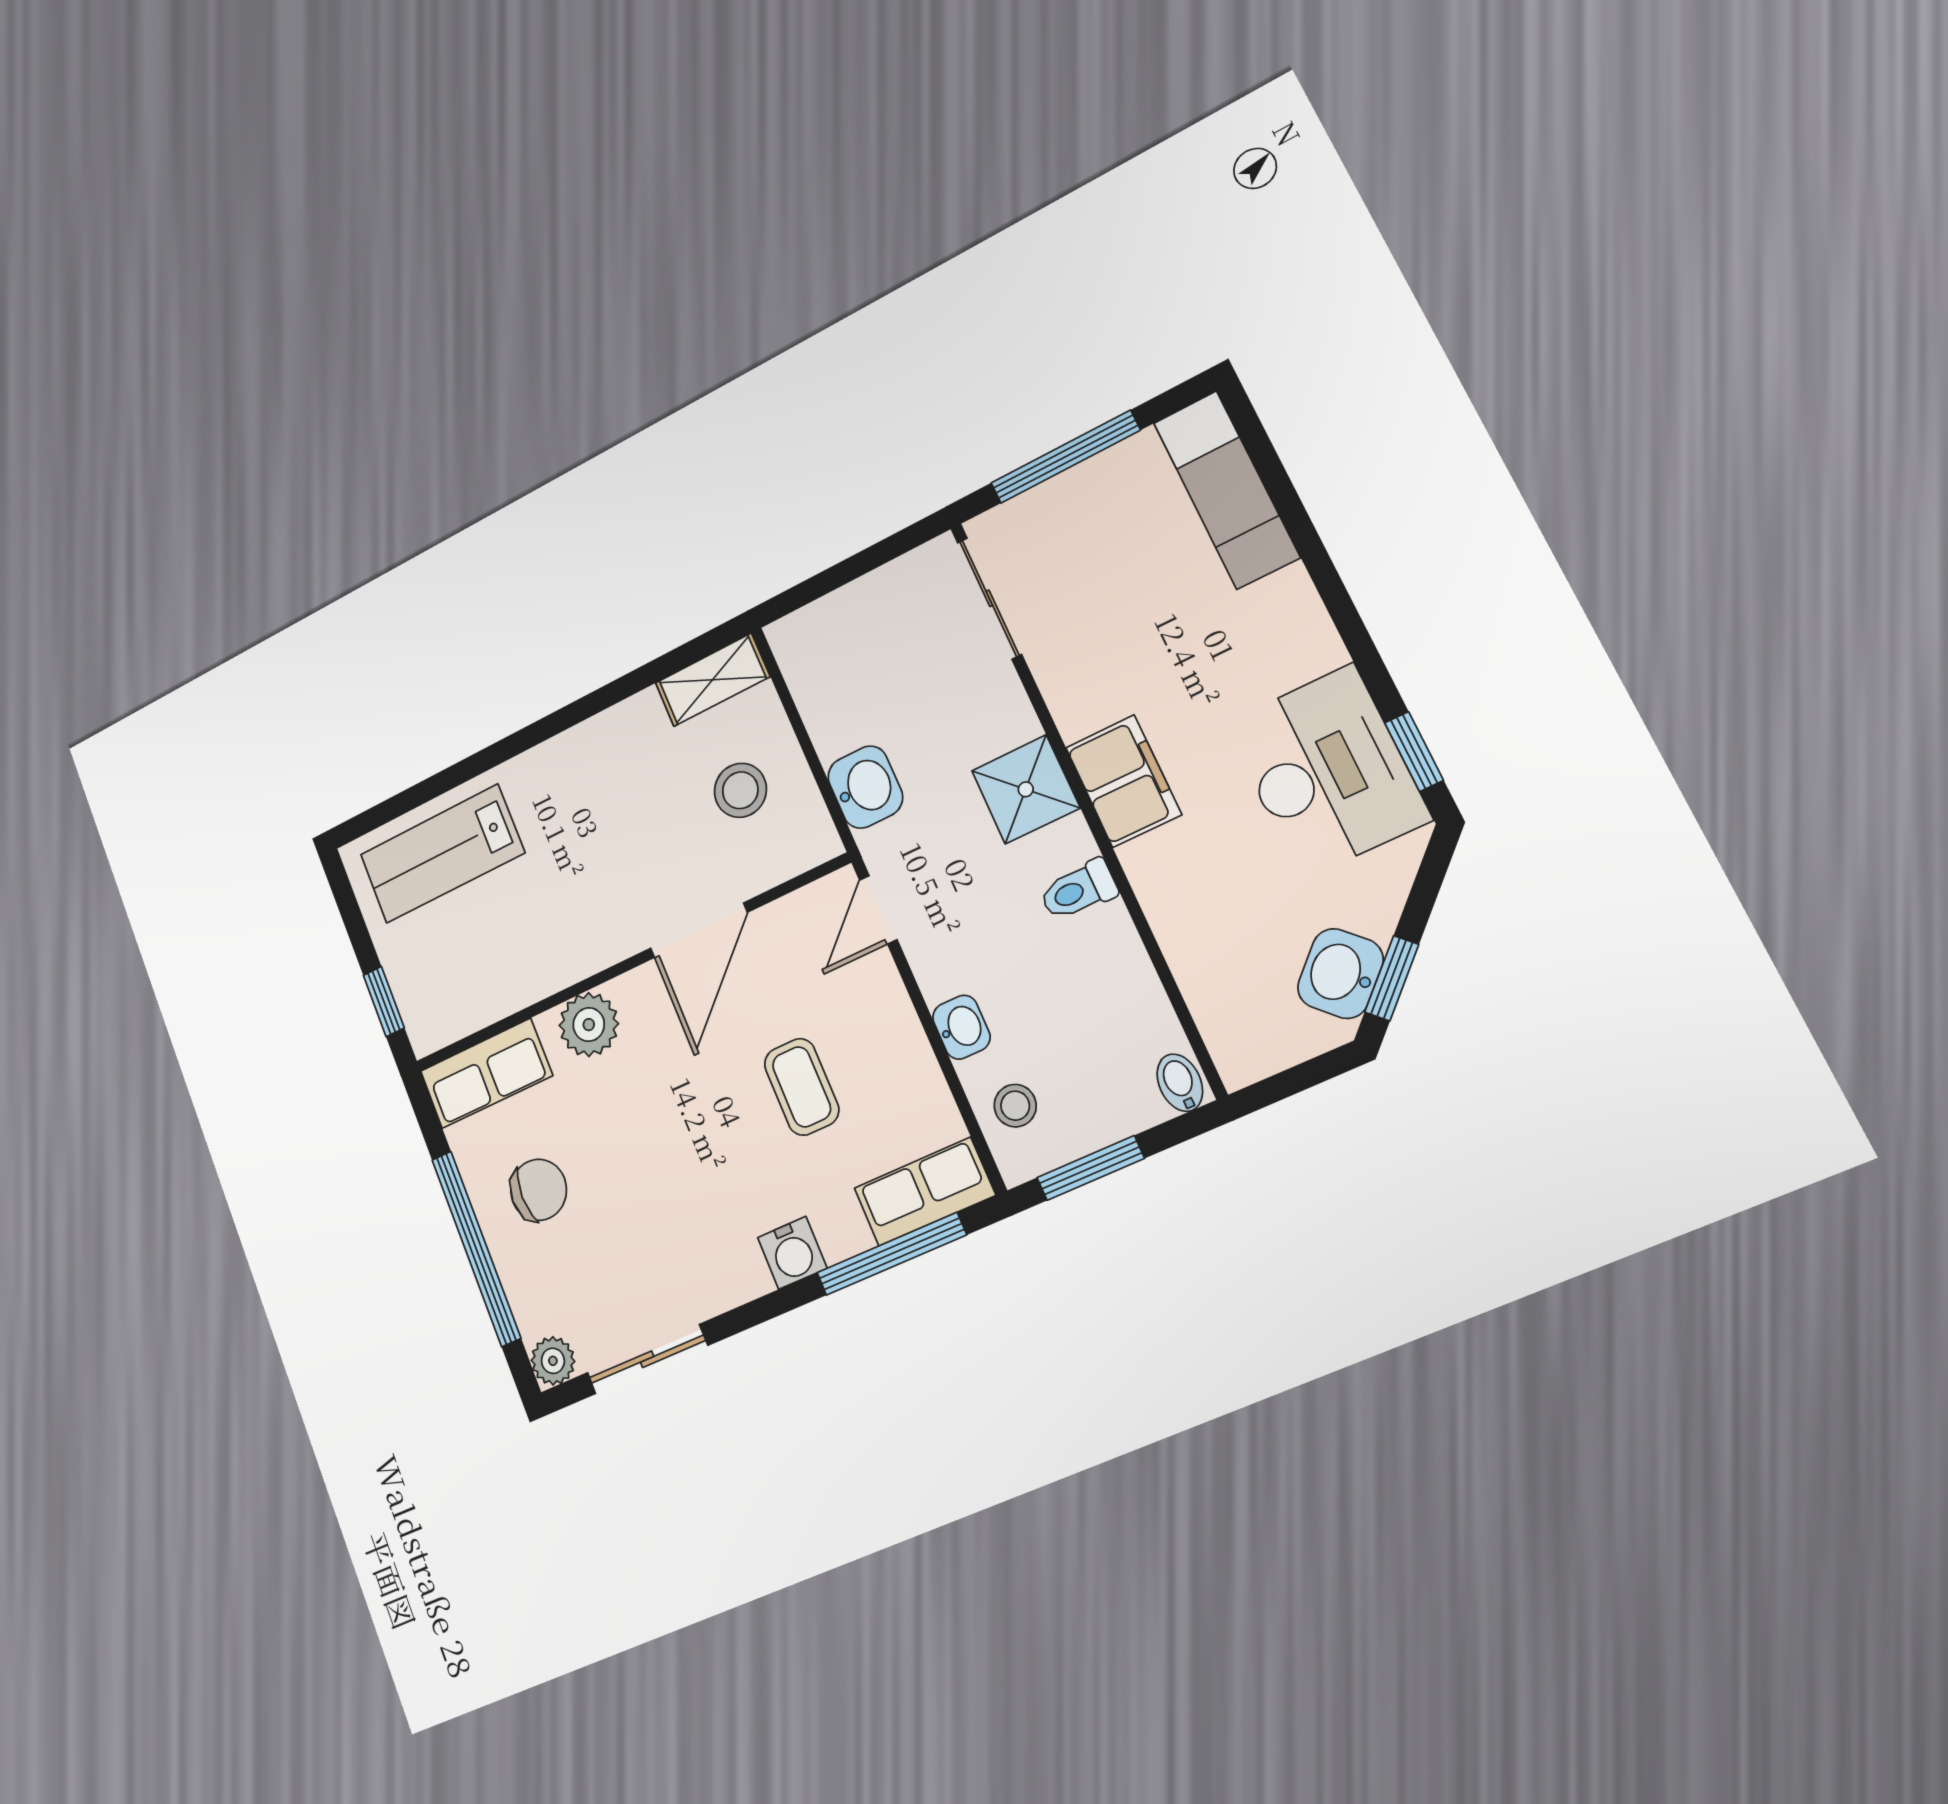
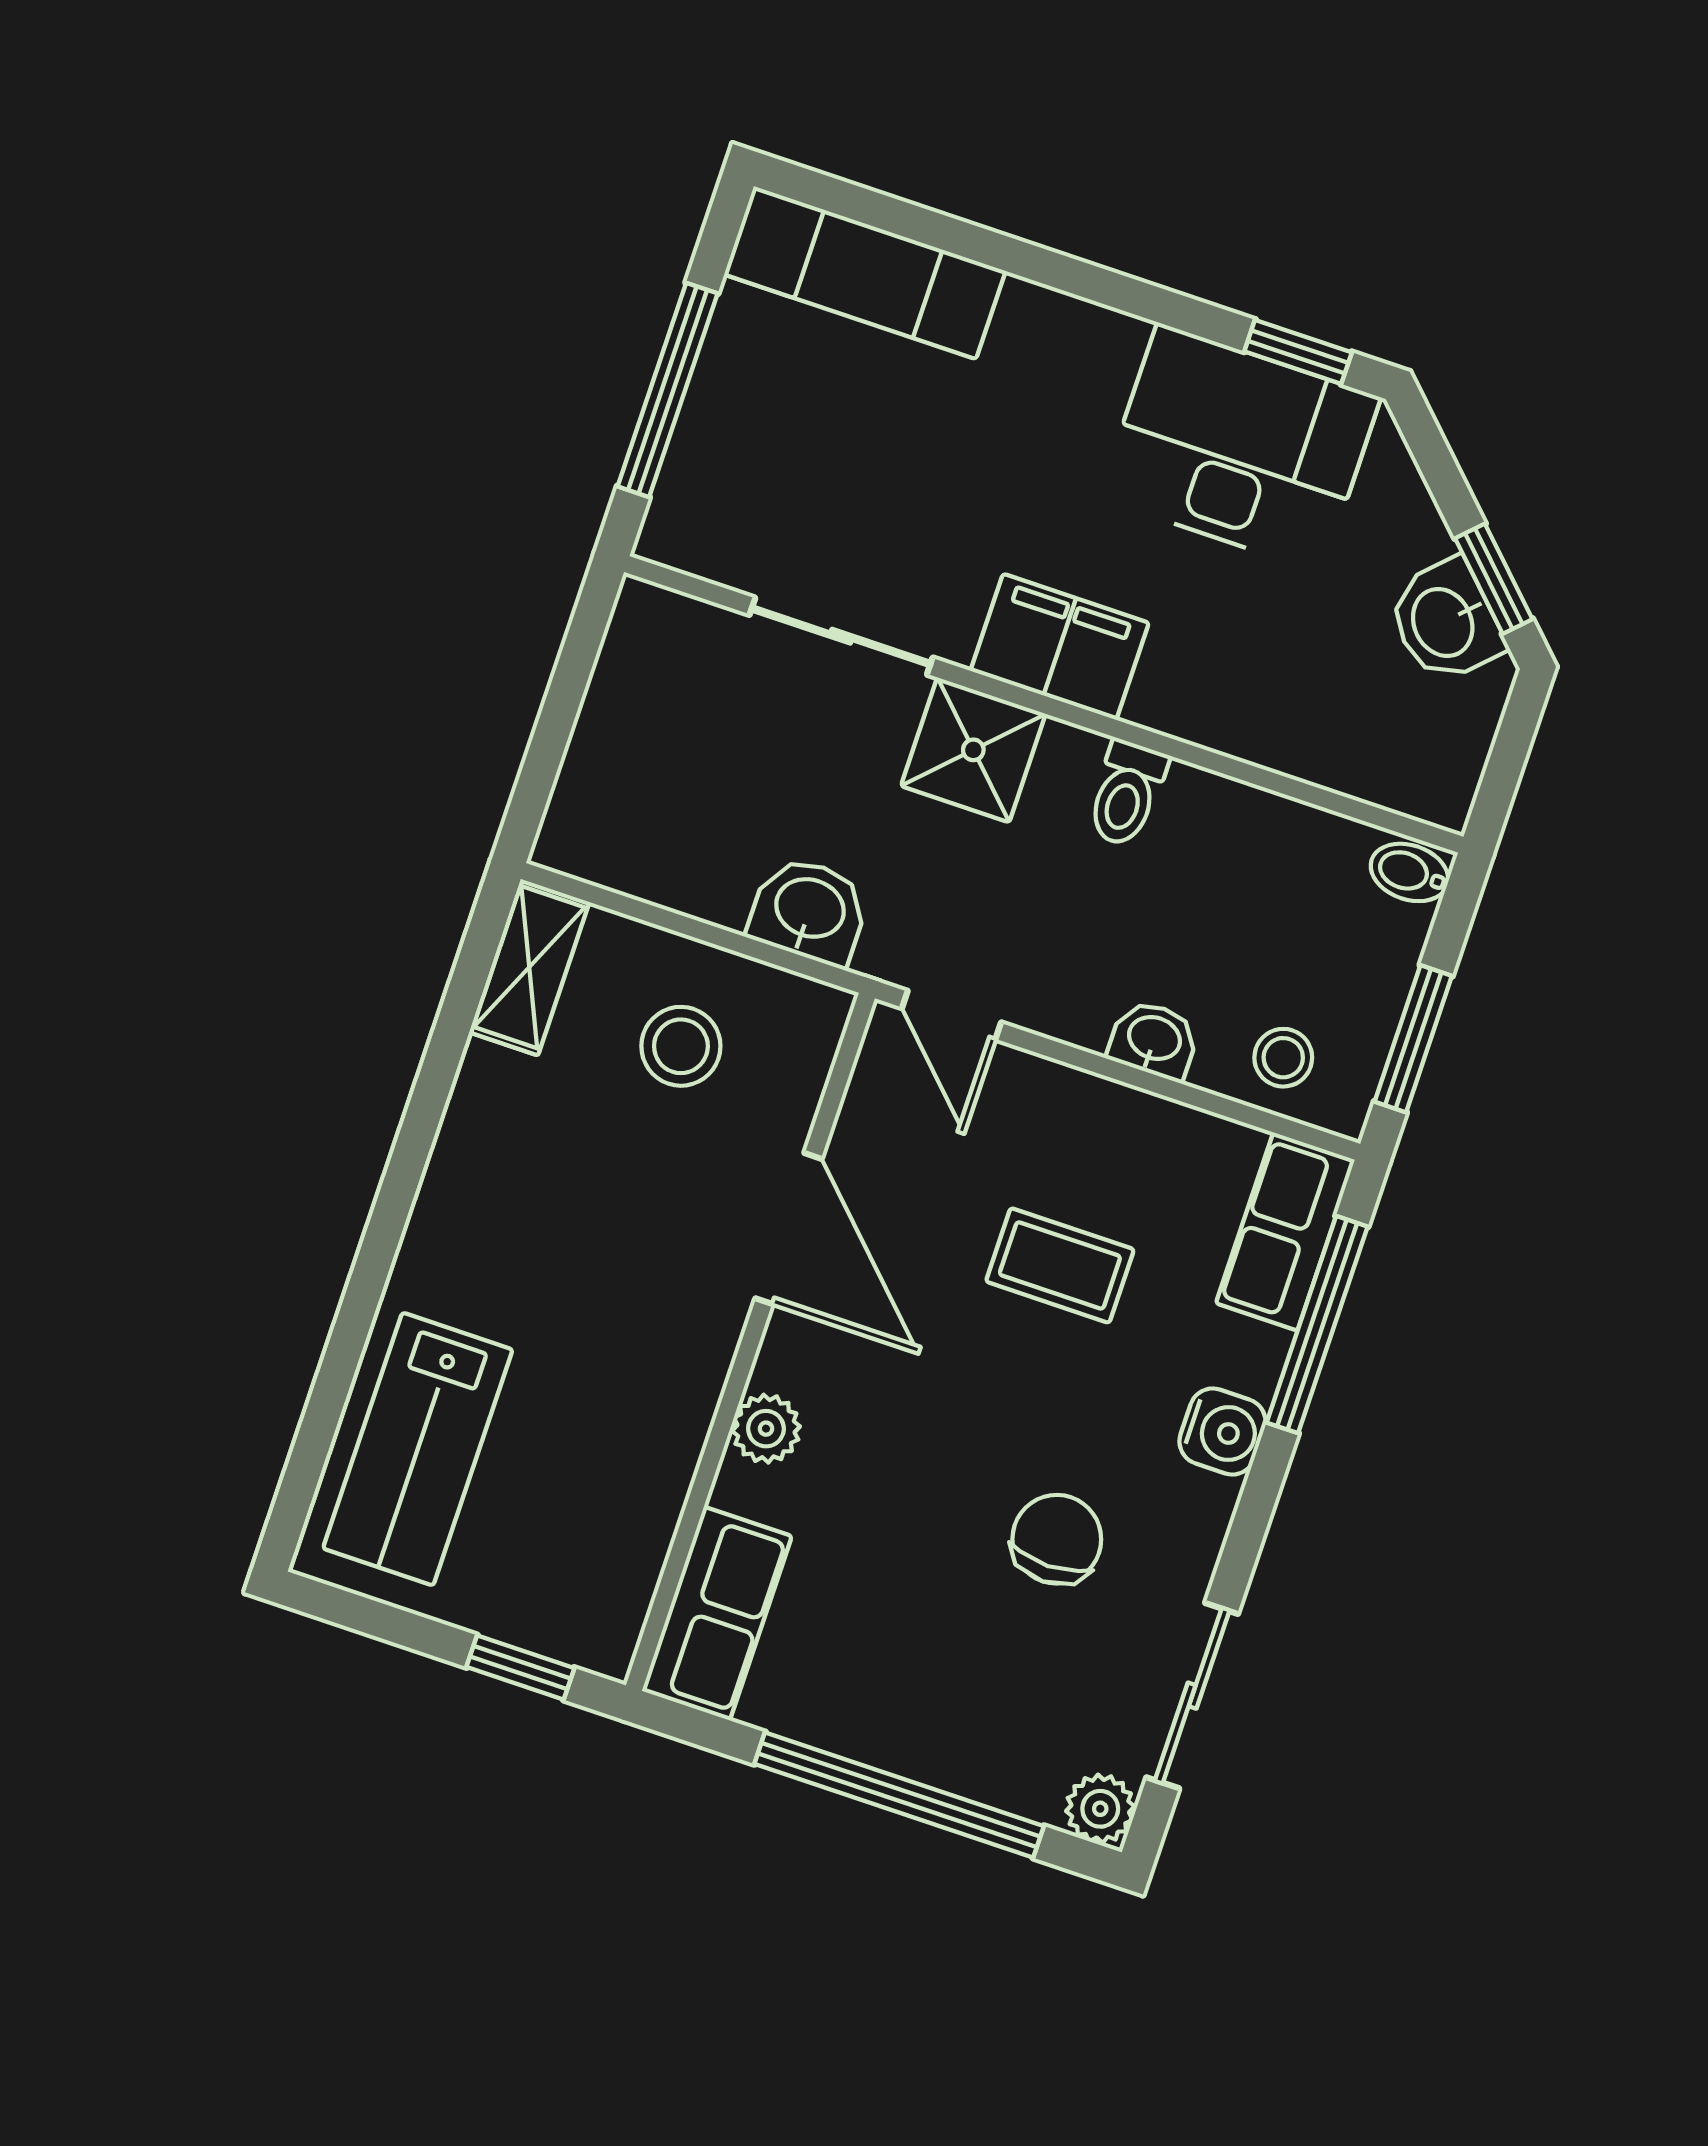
sliding door: (989, 598) -> (841, 636), moved
plant: (589, 1025) -> (766, 1429), width x0.73, depth x0.73
chair: (539, 1190) -> (1057, 1539), moved

